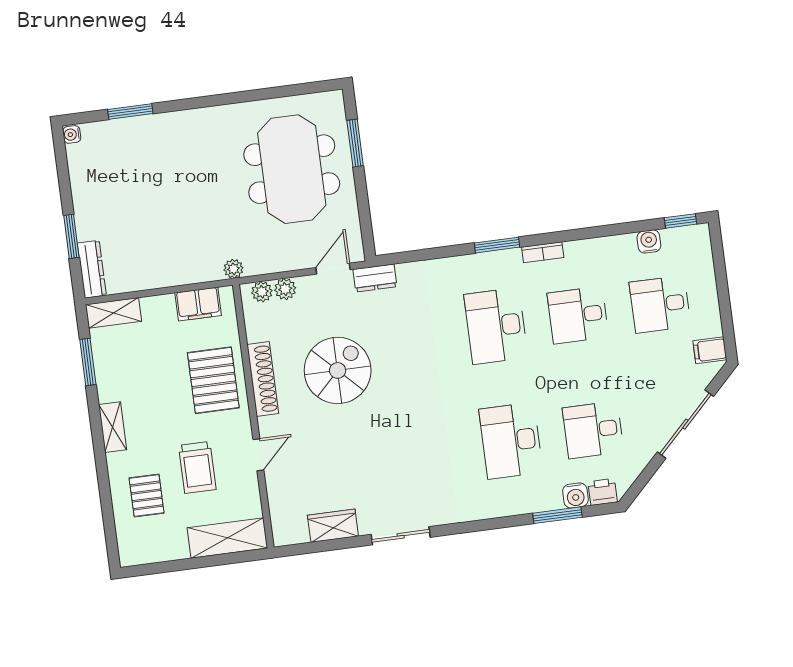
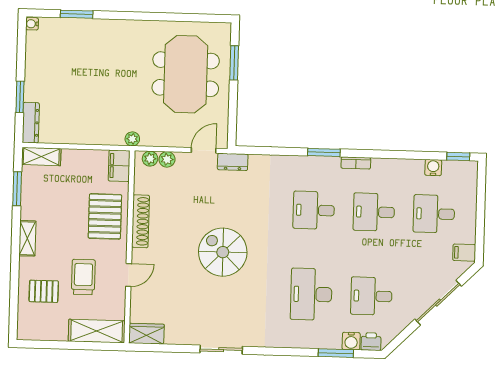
filing cabinet: (198, 304) -> (119, 166), moved, turned 90
desk: (496, 326) -> (314, 210), width x0.73
spiral stairs: (338, 370) -> (223, 252), moved, turned -90
trolley: (197, 467) -> (83, 277), turned 180
pallet: (147, 496) -> (44, 291), turned 90
wardrobe: (333, 526) -> (146, 334), moved

